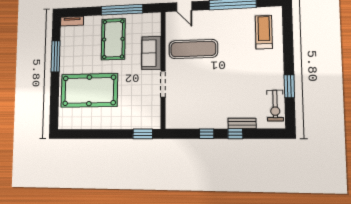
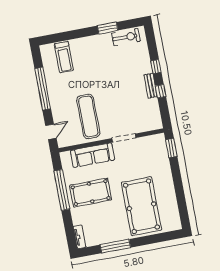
treadmill: (264, 32) -> (64, 57), turned -90
sofa: (151, 53) -> (92, 155), width x1.36
bench: (242, 123) -> (151, 86), moved

